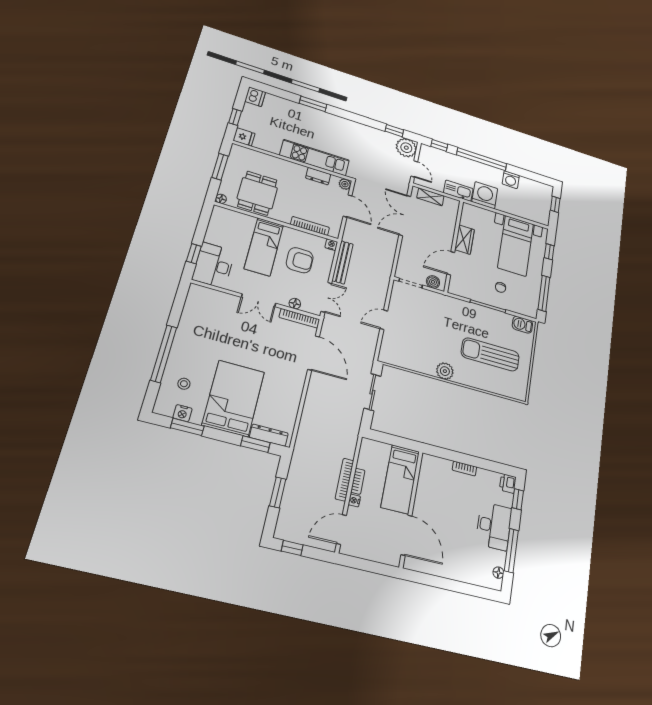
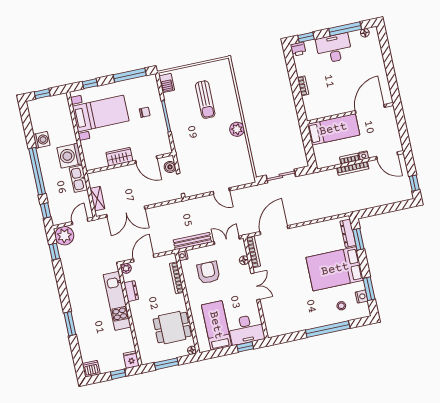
bed: (264, 247) -> (216, 325), moved, turned -90
sun lounger: (490, 354) -> (205, 100), width x0.73, depth x0.75
window: (278, 492) -> (383, 209), removed

